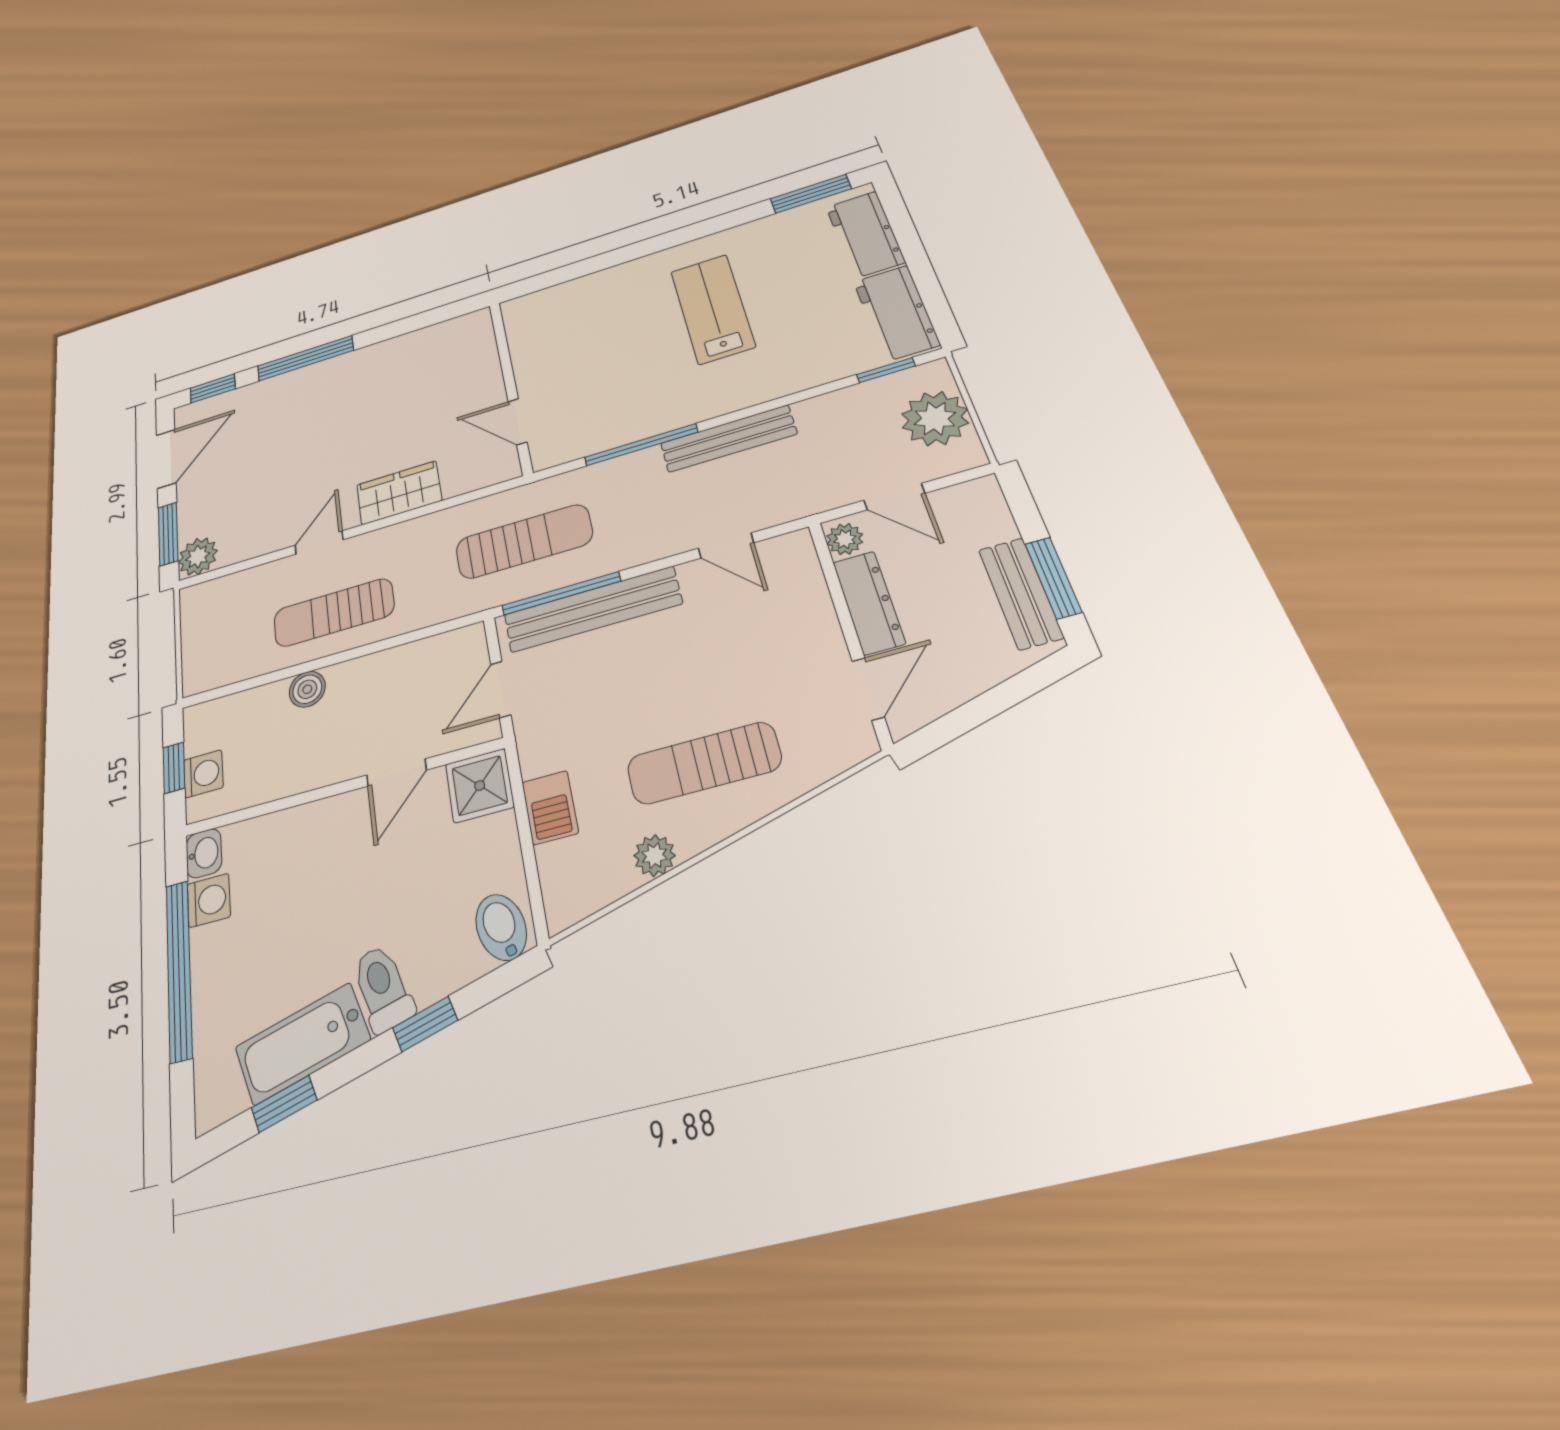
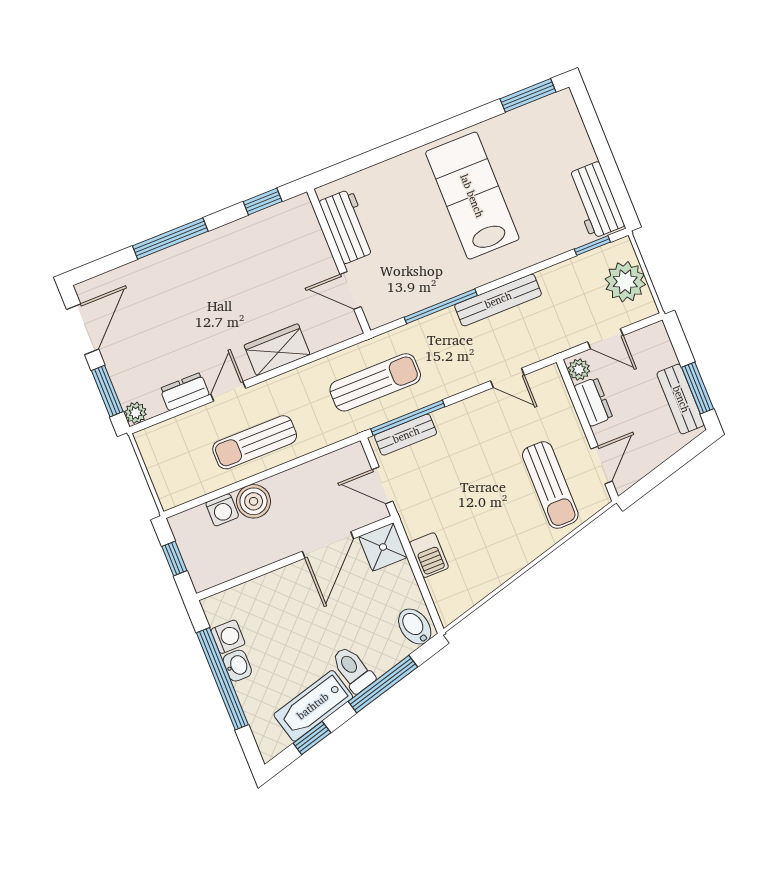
workbench: (865, 234) -> (348, 226), moved, turned 180
lab bench: (713, 309) -> (472, 196), width x1.36, depth x1.39
window: (213, 388) -> (263, 202), moved
dresser: (263, 540) -> (185, 392), added
plant: (198, 557) -> (136, 413), width x0.73, depth x0.73
dresser: (869, 603) -> (593, 402), width x0.70
bench: (592, 609) -> (406, 435), width x0.54, depth x0.82
boiler: (307, 689) -> (254, 501), width x1.36, depth x1.36
door: (501, 689) -> (382, 485), hinge flipped
sun lounger: (704, 763) -> (550, 485), moved, turned -90
door: (396, 773) -> (328, 545), width x1.38
washing machine: (203, 774) -> (222, 510), moved, turned 90
washbasin: (204, 853) -> (237, 666), moved
plant: (654, 856) -> (495, 575), removed
window: (425, 1024) -> (383, 684), width x2.17

